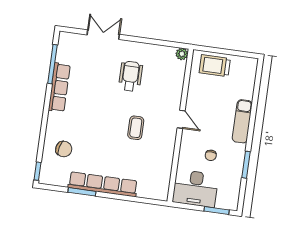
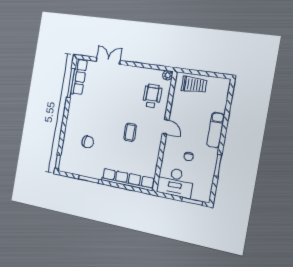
trolley: (215, 66) -> (194, 85), turned 180
wheelchair: (130, 76) -> (152, 96), moved
row of seats: (59, 87) -> (79, 77), moved
chair: (64, 149) -> (88, 142), moved
row of seats: (103, 184) -> (128, 179), moved

